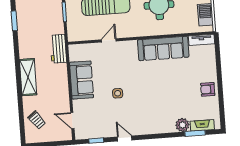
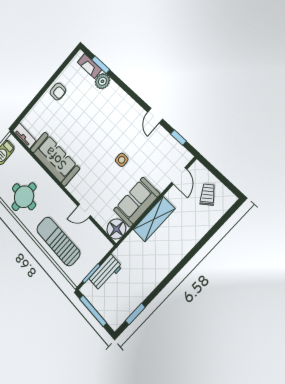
workbench: (58, 49) -> (105, 273), moved
floor lamp: (77, 52) -> (116, 229), added
shelving: (28, 77) -> (154, 219), moved
trolley: (37, 120) -> (208, 195), moved

